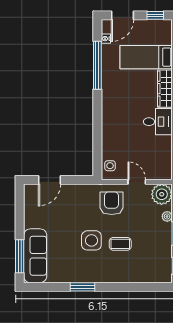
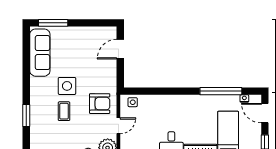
door: (50, 180) -> (120, 49), hinge flipped
sofa: (35, 256) -> (40, 53), moved, turned -90
window: (83, 287) -> (26, 115), moved

